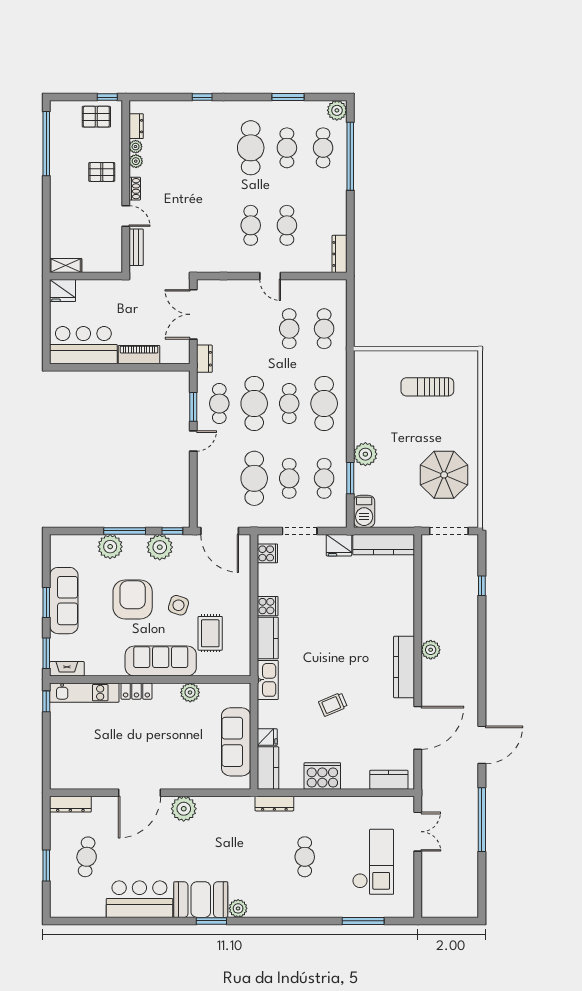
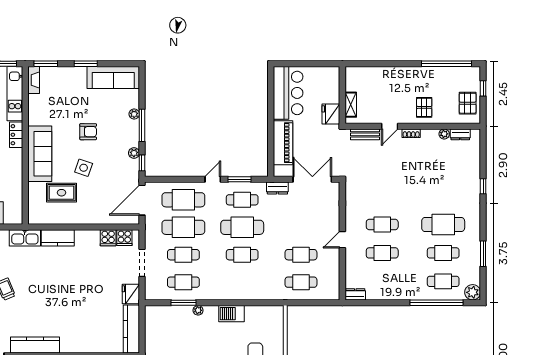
window: (107, 97) -> (483, 88), moved
plant: (136, 161) -> (433, 134), removed
dresser: (339, 254) -> (355, 294), width x0.70
shelving: (66, 266) -> (351, 105), moved
fridge: (63, 291) -> (331, 114), moved
piano: (139, 355) -> (283, 143), width x1.37, depth x1.33
cafe table: (324, 404) -> (183, 200), moved
door: (193, 441) -> (213, 179), swing flipped
plant: (365, 454) -> (198, 310), width x0.53, depth x0.53
barbecue: (364, 511) -> (232, 314), moved
plant: (110, 547) -> (134, 114), width x0.53, depth x0.53
plant: (160, 547) -> (134, 153), width x0.53, depth x0.53
armchair: (133, 599) -> (88, 132), width x0.53, depth x0.53
sofa: (64, 601) -> (113, 78), moved
cooker: (268, 606) -> (108, 238), moved
plant: (190, 692) -> (15, 177), removed

